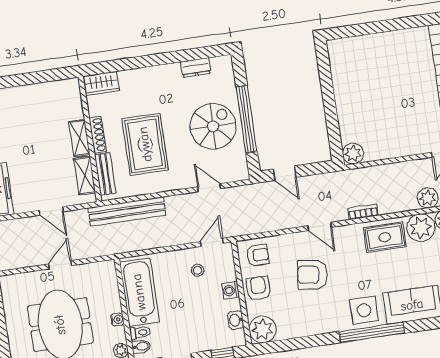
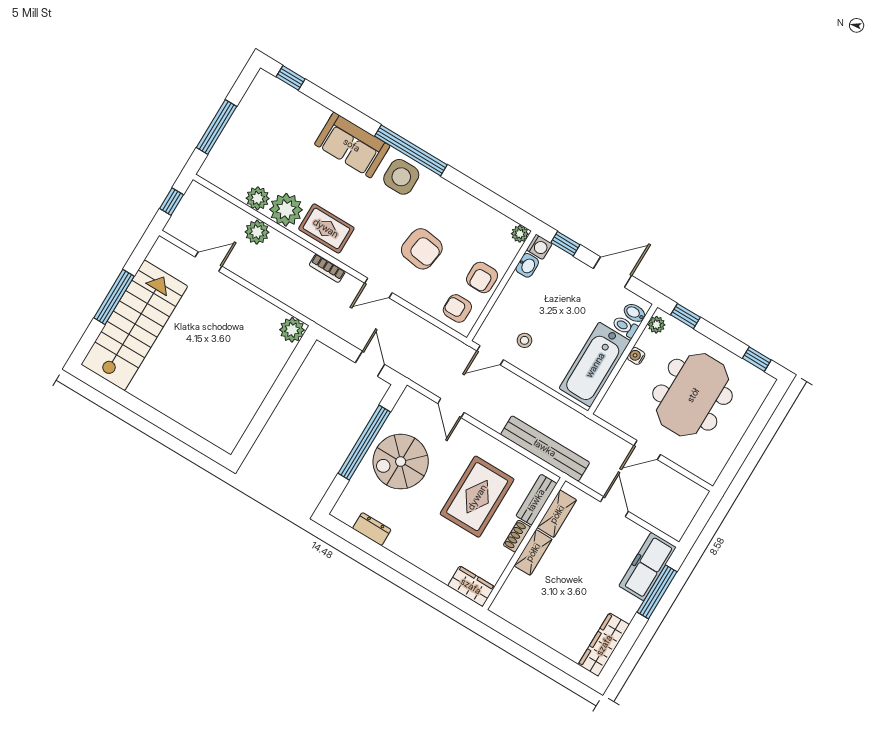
shoe rack: (98, 135) -> (517, 536), width x0.70
door: (320, 226) -> (378, 288), swing flipped
washing machine: (231, 290) -> (539, 247), moved
plant: (263, 329) -> (520, 234), width x0.53, depth x0.53

